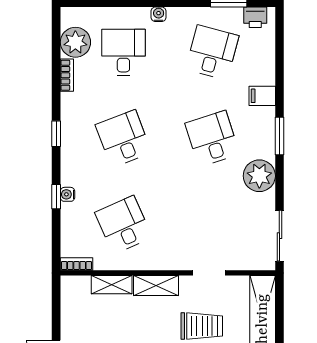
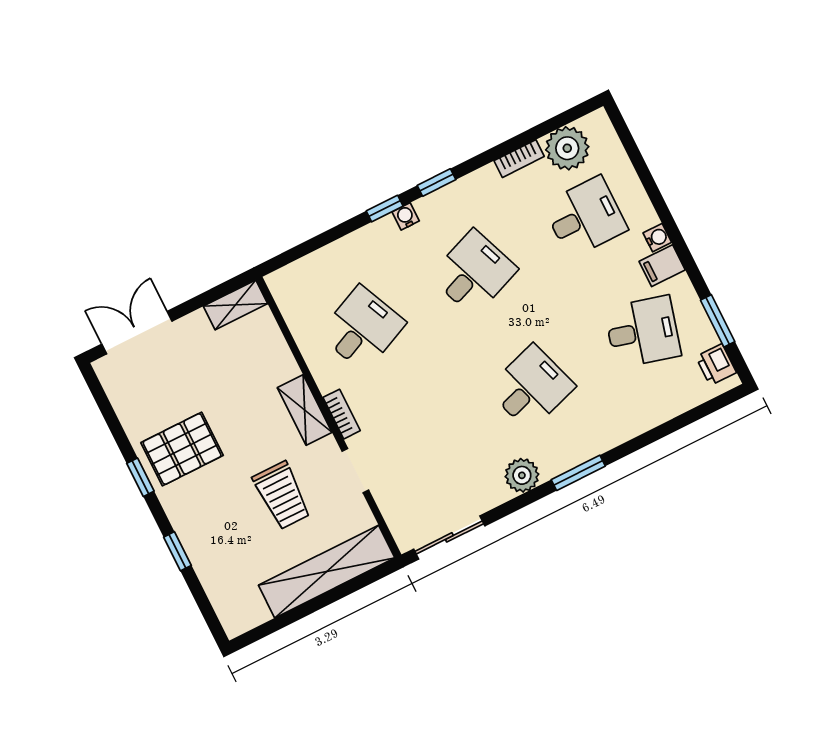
filing cabinet: (262, 96) -> (662, 266), moved, turned -90
plant: (259, 176) -> (522, 475), width x0.73, depth x0.73
water cooler: (68, 194) -> (406, 216), moved
window: (56, 197) -> (385, 209), moved
bookcase: (76, 264) -> (342, 414), moved
shelving: (112, 285) -> (235, 305), moved, turned 90

